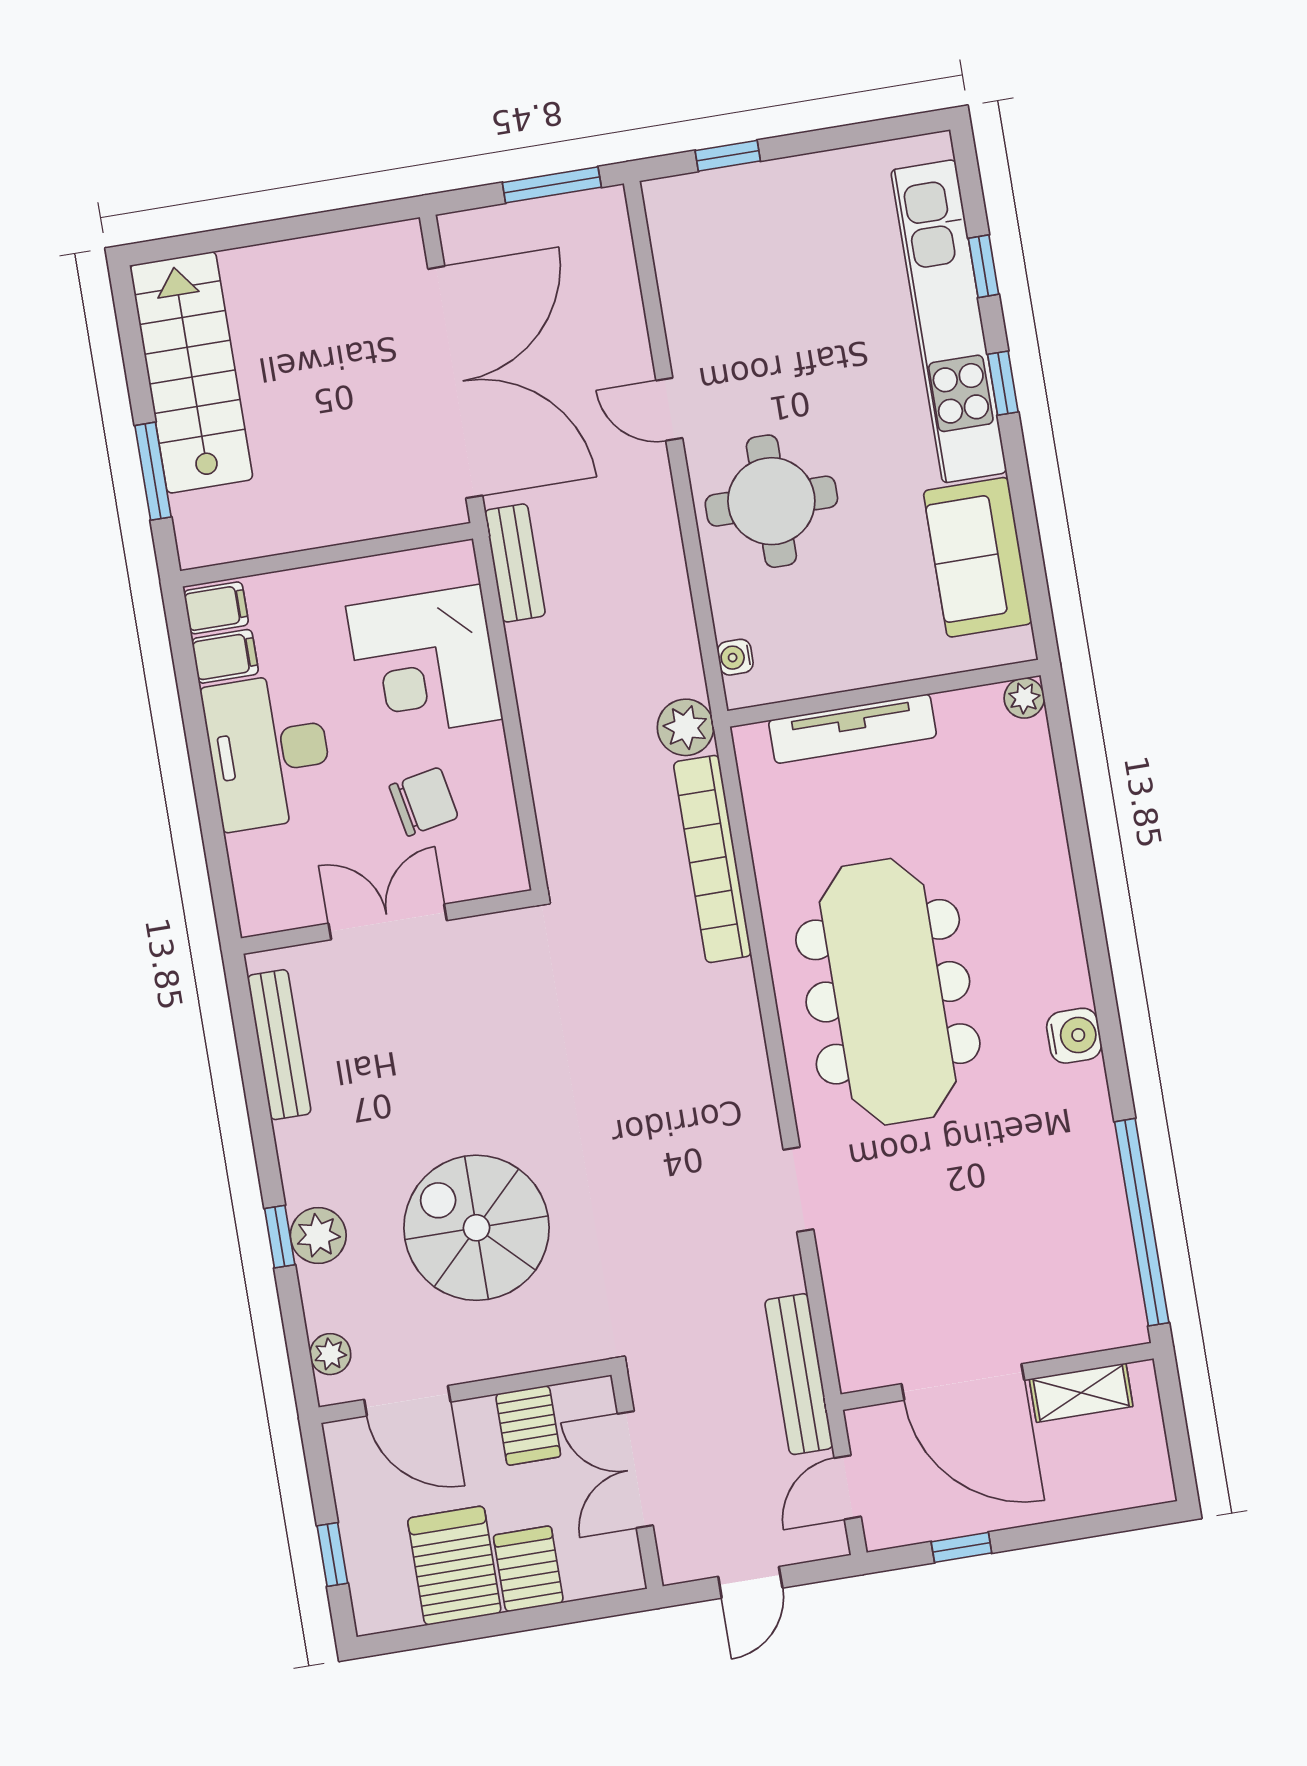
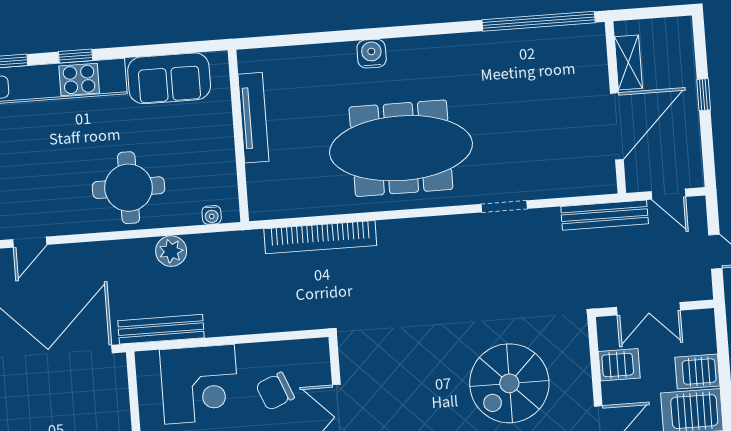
door: (669, 409) -> (30, 242), moved
bench: (515, 563) -> (161, 329), width x1.36
plant: (1024, 698) -> (248, 60), removed
plant: (685, 727) -> (171, 251), moved
tv unit: (853, 729) -> (253, 118), moved
chair: (424, 802) -> (275, 391), turned -101
water cooler: (1074, 1036) -> (372, 54), moved
window: (961, 1547) -> (704, 95), moved

